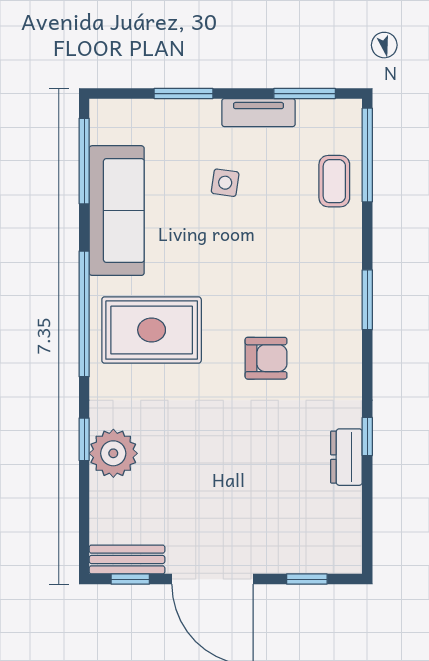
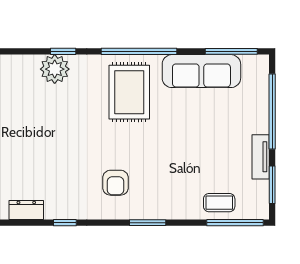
window: (184, 94) -> (272, 112), width x2.11
side table: (225, 183) -> (218, 137), removed
armchair: (266, 358) -> (116, 183), moved
dresser: (346, 457) -> (26, 210), moved

